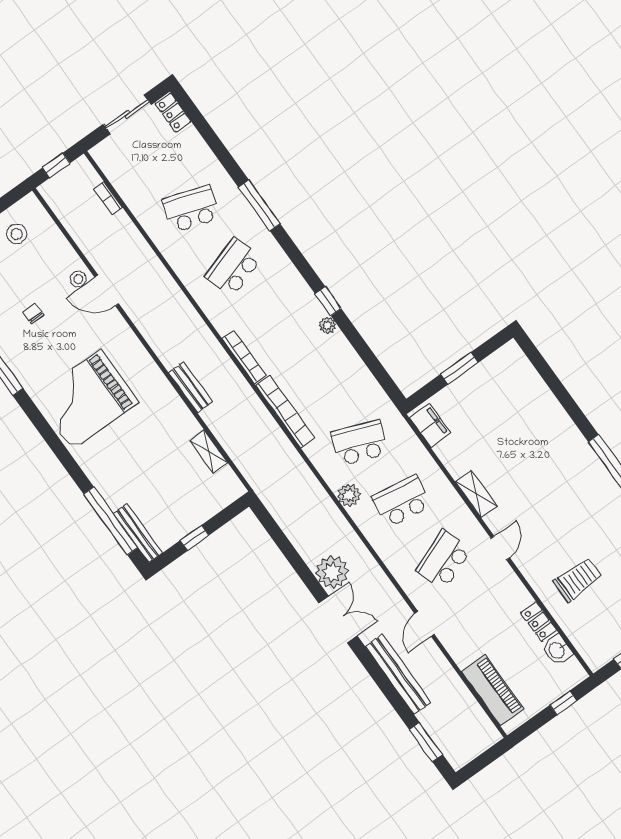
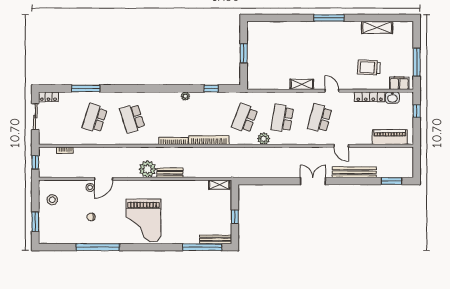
window: (259, 205) -> (86, 88), moved
window: (328, 301) -> (211, 88), moved
filing cabinet: (430, 425) -> (399, 83), moved
shelving: (209, 451) -> (219, 185), moved
school desk: (444, 560) -> (320, 118), turned 36
plant: (332, 572) -> (148, 169), moved
trolley: (578, 579) -> (369, 67), turned -87
locker: (539, 622) -> (370, 97), width x1.53

